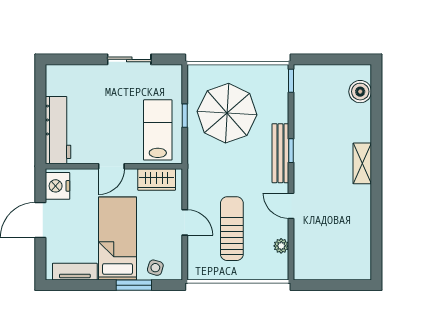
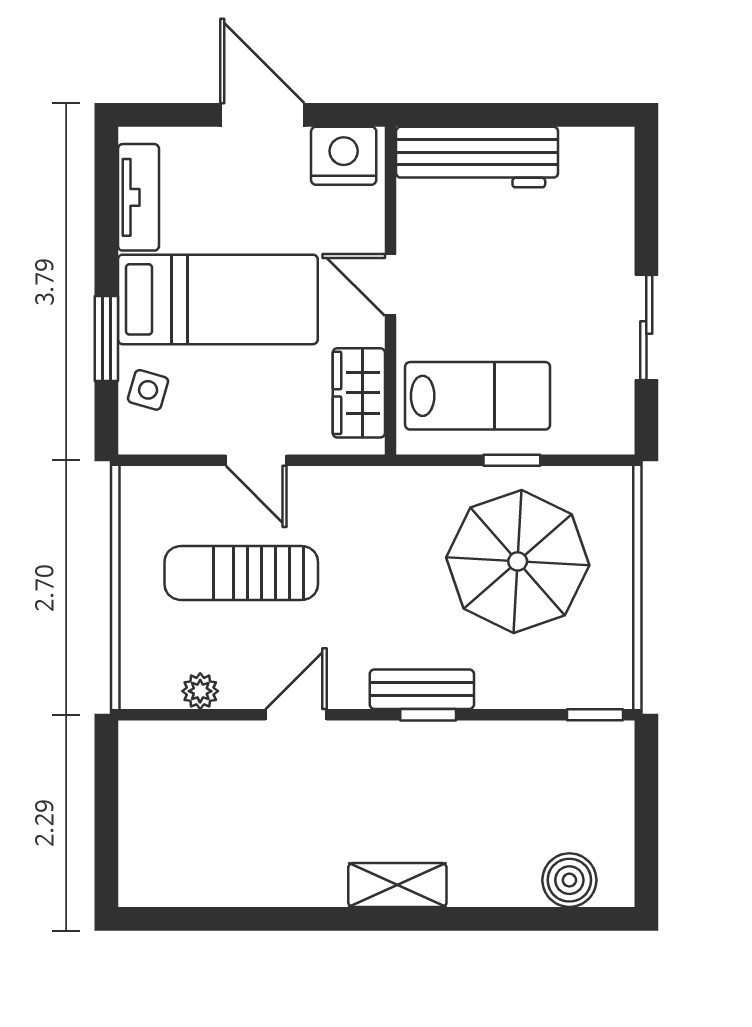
bench: (280, 153) -> (422, 689), width x0.73
door: (185, 222) -> (256, 460), hinge flipped
sun lounger: (232, 229) -> (241, 573), turned 180

